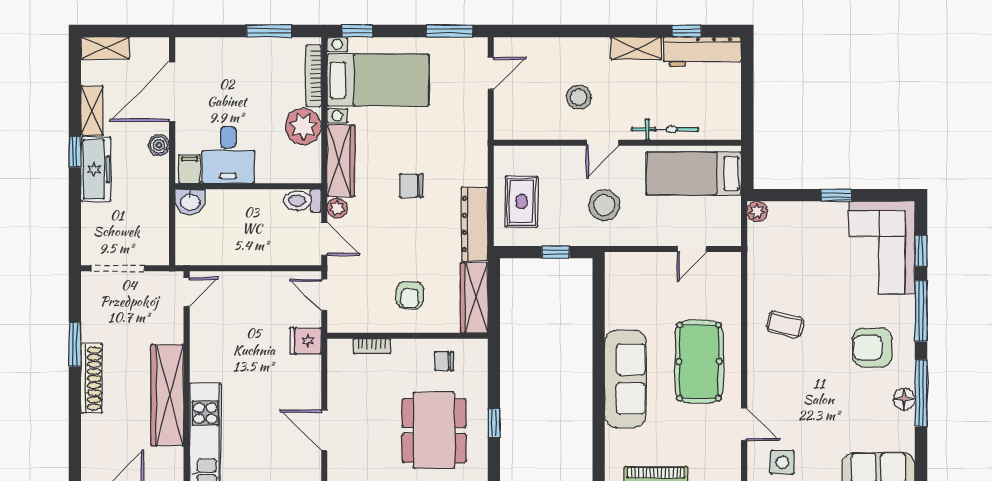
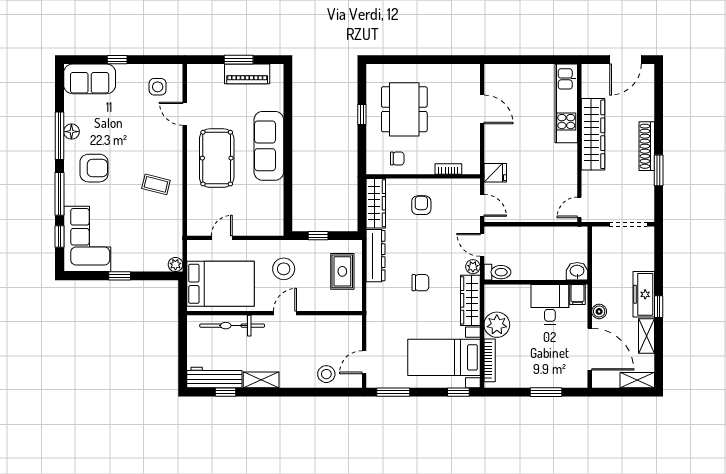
window: (269, 31) -> (546, 392), moved
door: (172, 92) -> (590, 349), hinge flipped
stool: (579, 97) -> (326, 374), moved
bicycle: (665, 129) -> (232, 326), width x1.37, depth x1.40
bed: (694, 173) -> (220, 284), width x1.50

